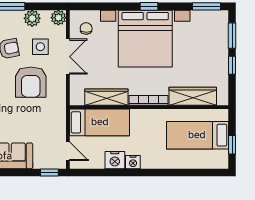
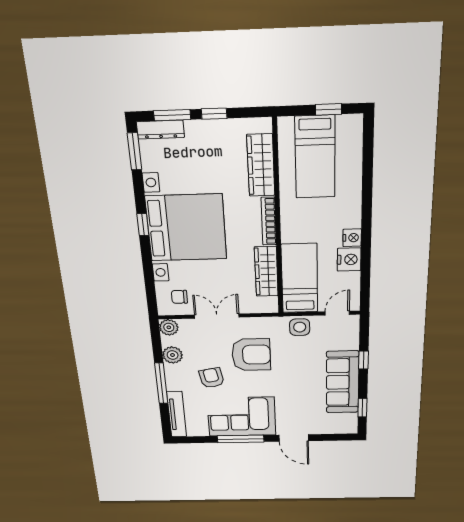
dresser: (222, 27) -> (160, 130), added
side table: (40, 47) -> (300, 327), moved
window: (49, 172) -> (364, 360), moved

